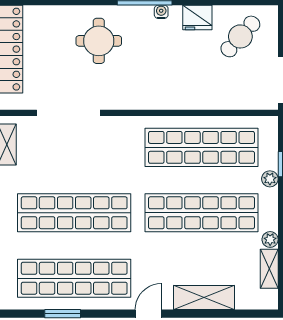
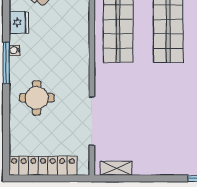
shop shelf: (74, 213) -> (168, 117), removed

